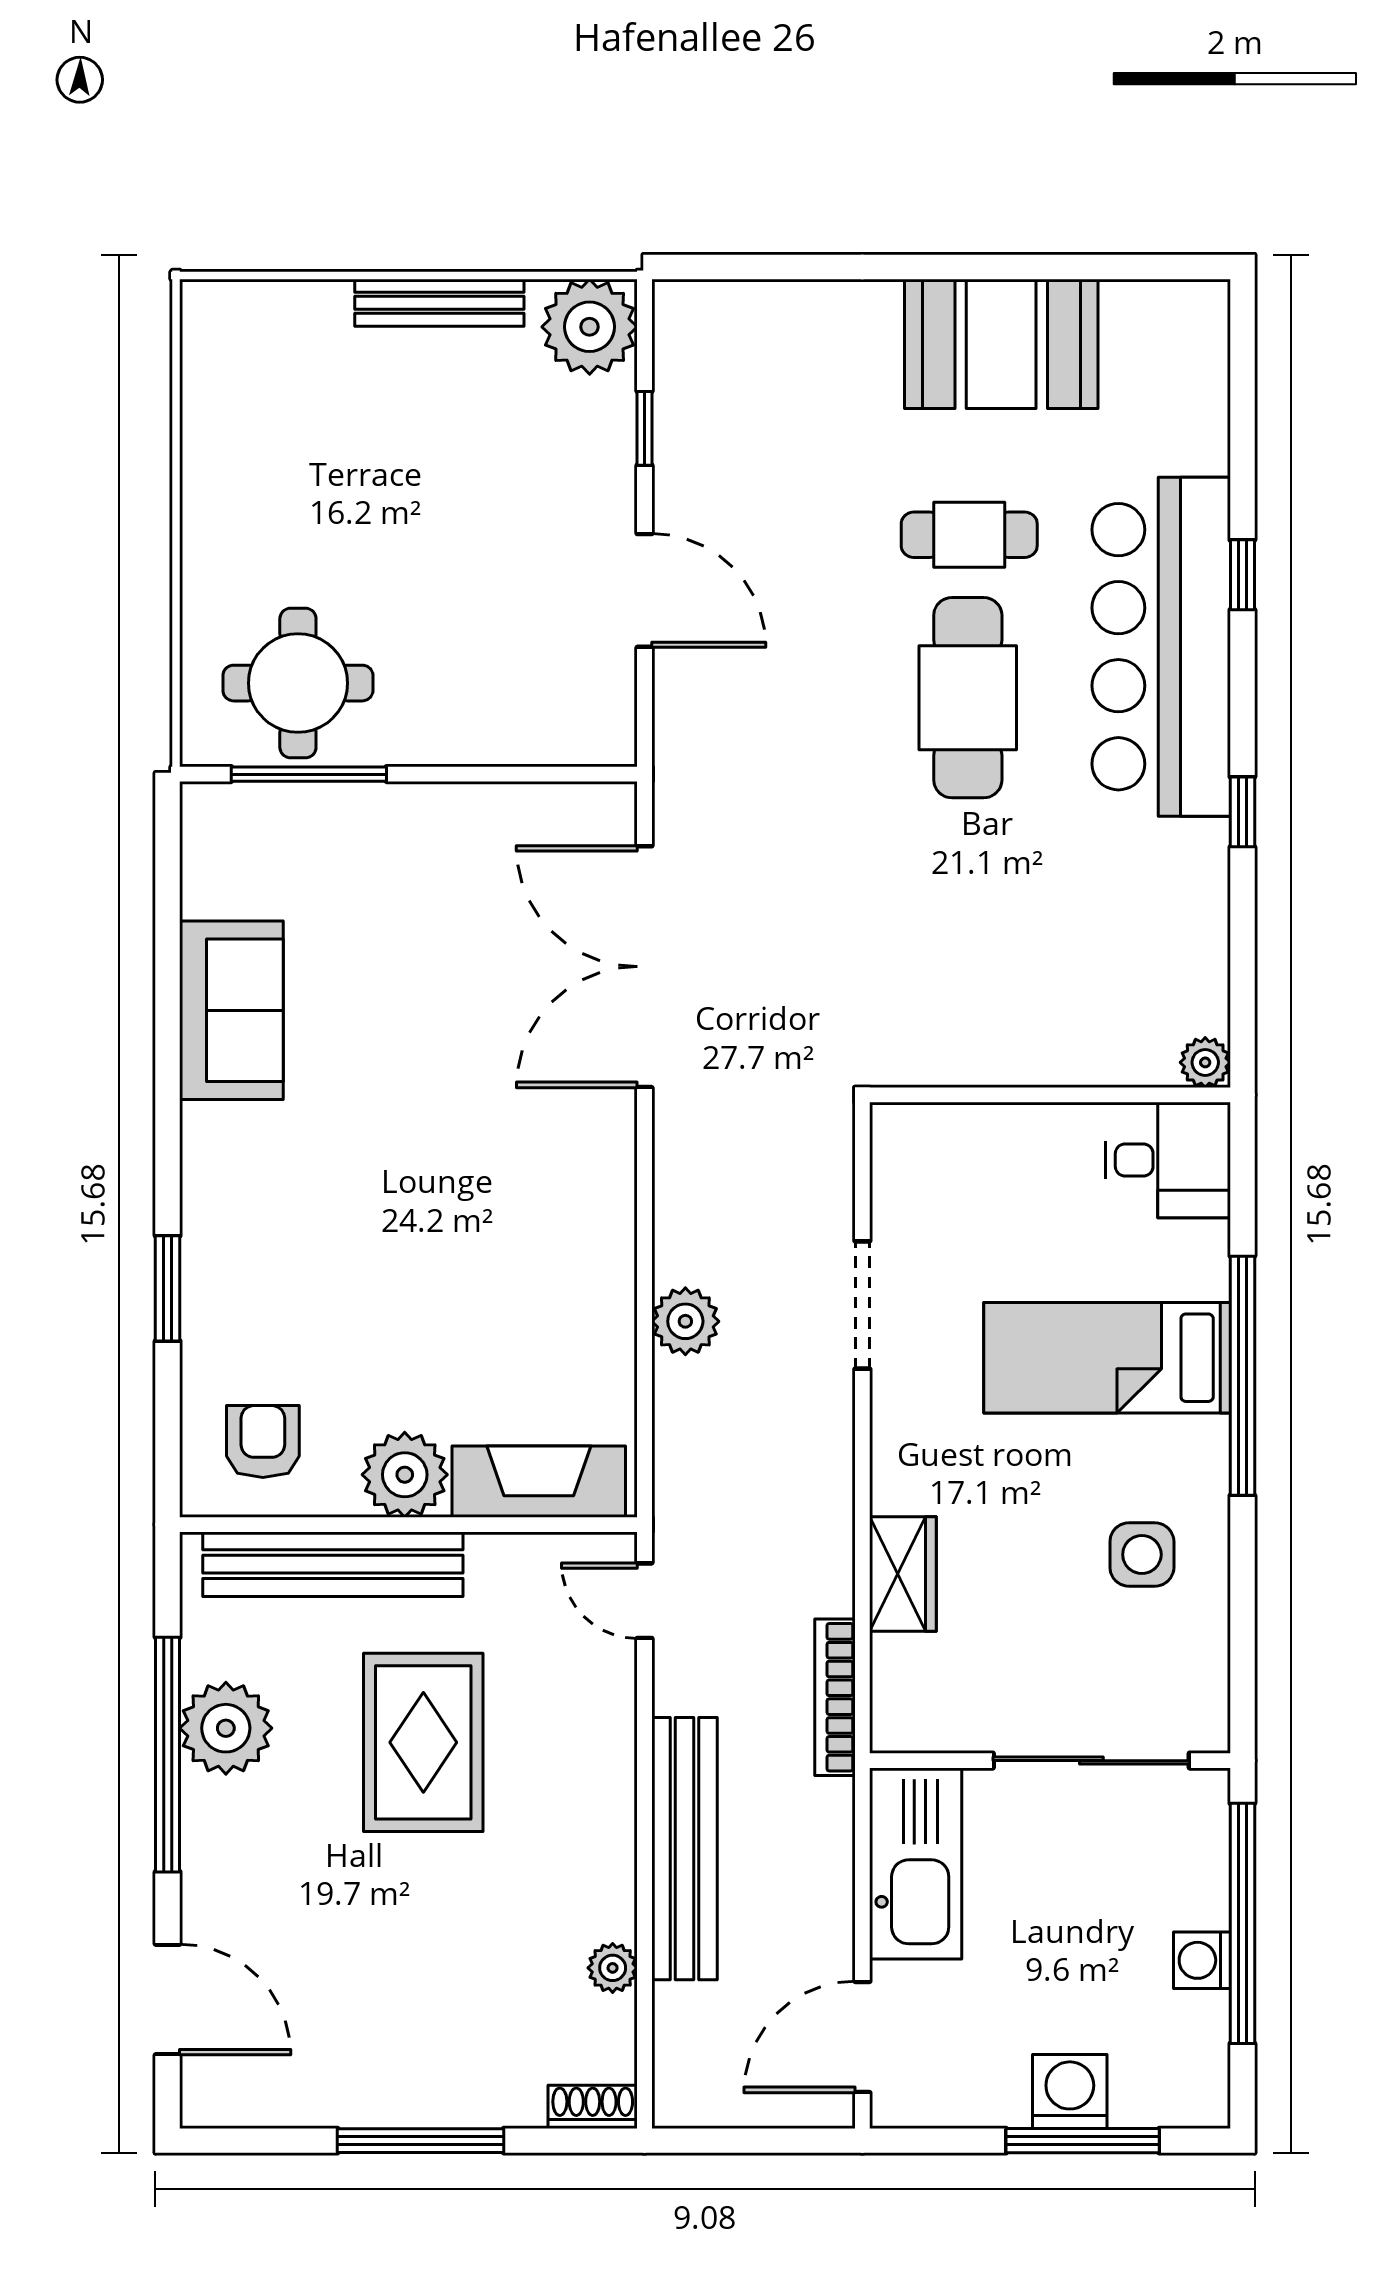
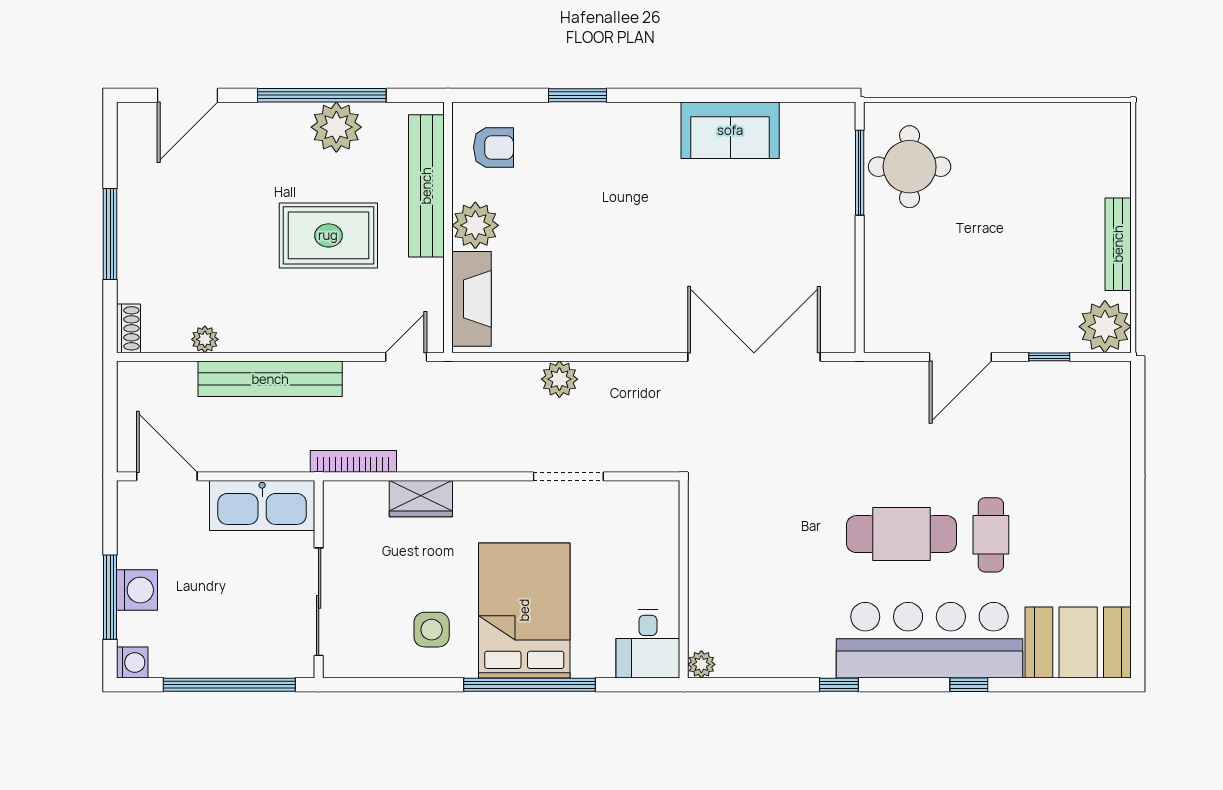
booth: (1001, 344) -> (1078, 643), moved, turned 90
bed: (1107, 1358) -> (524, 610), width x1.50
washing machine: (1202, 1960) -> (132, 663), moved, turned 90

